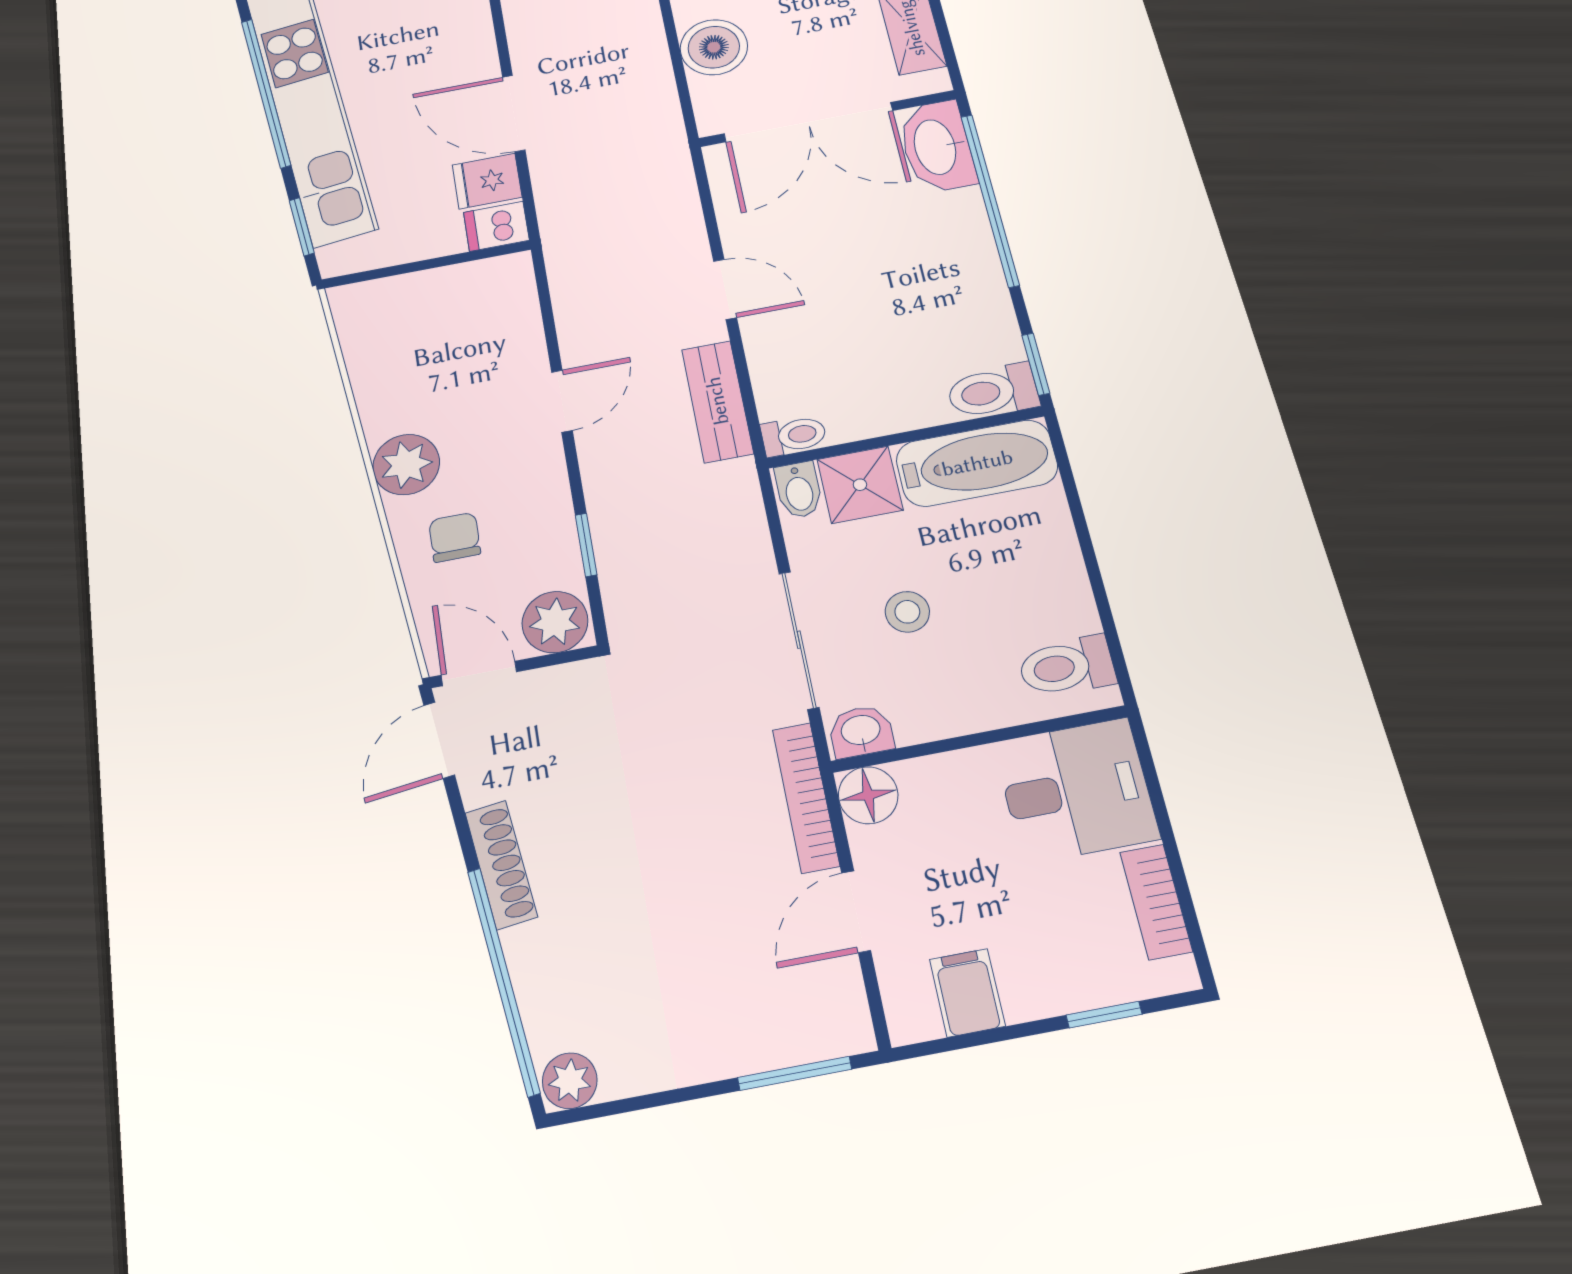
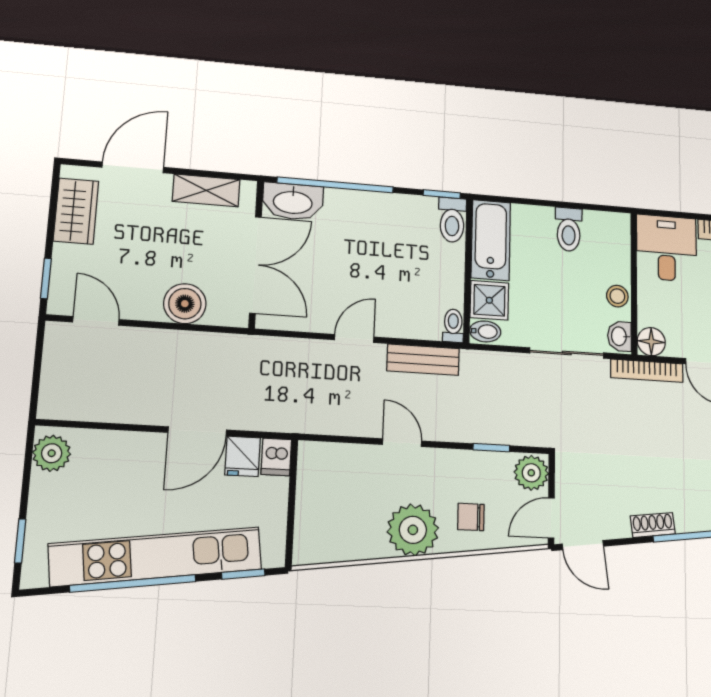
plant: (406, 464) -> (413, 530), width x1.36, depth x1.36
stool: (907, 612) -> (617, 296), moved
toilet: (1067, 666) -> (569, 229), moved
shoe rack: (501, 864) -> (653, 525), width x0.70

